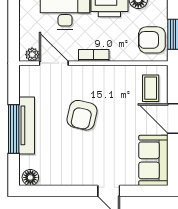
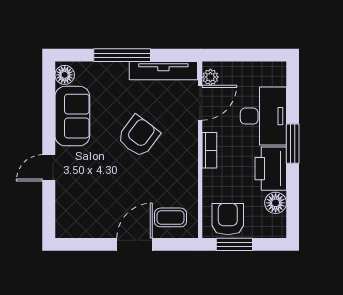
armchair: (82, 115) -> (139, 136), turned 114
tv unit: (27, 125) -> (163, 71), moved
sofa: (153, 160) -> (72, 116), moved, turned 90

